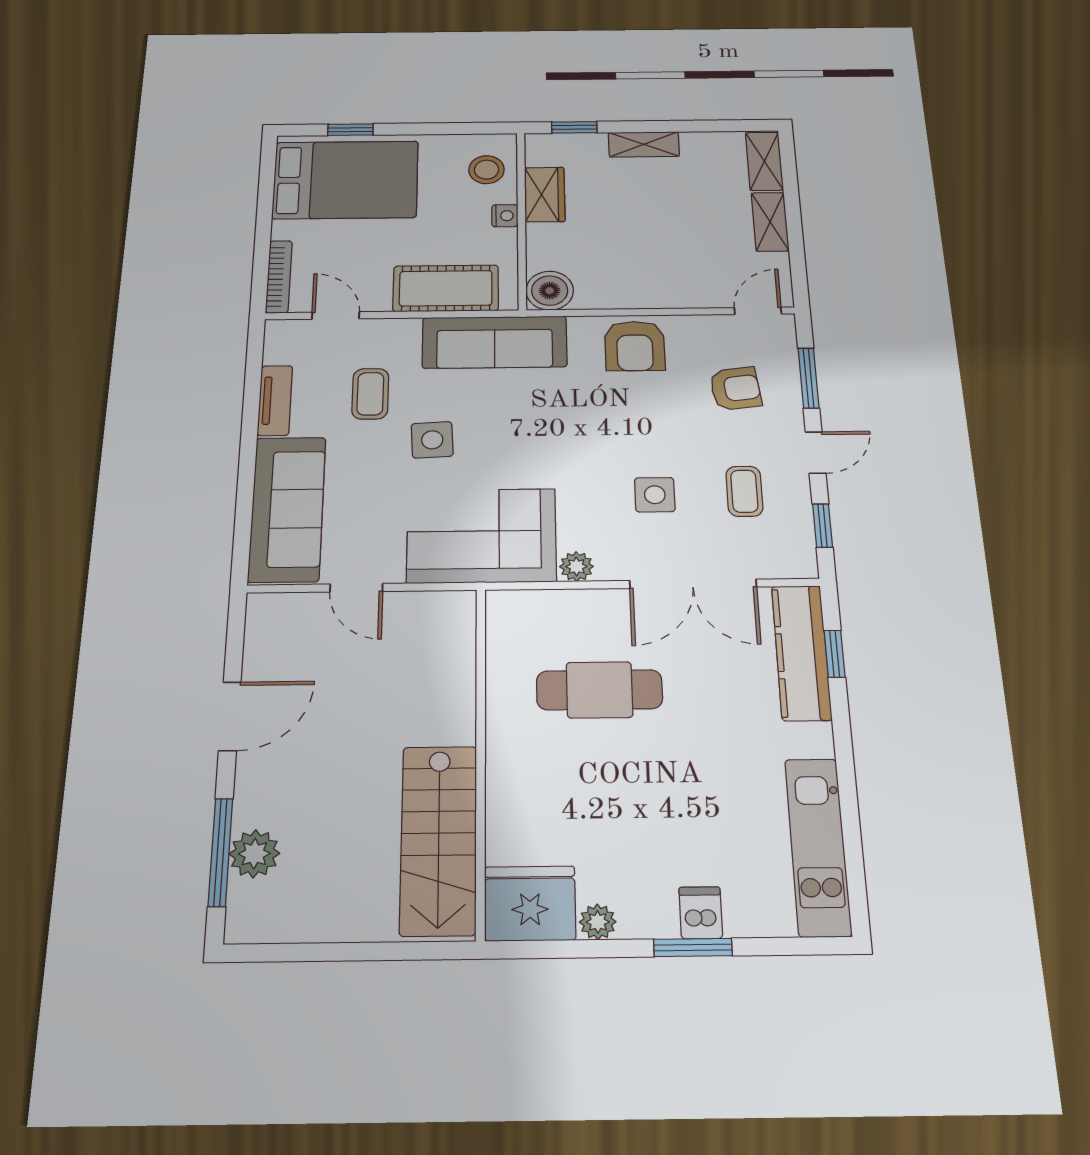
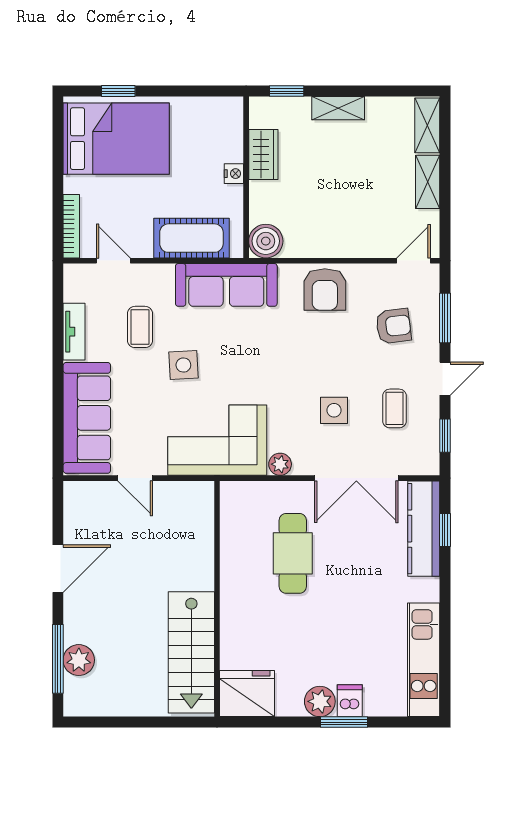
stool: (486, 170) -> (221, 131), removed
cafe table: (599, 690) -> (293, 553), turned 90
plant: (598, 922) -> (320, 701), moved, width x1.38, depth x1.38

